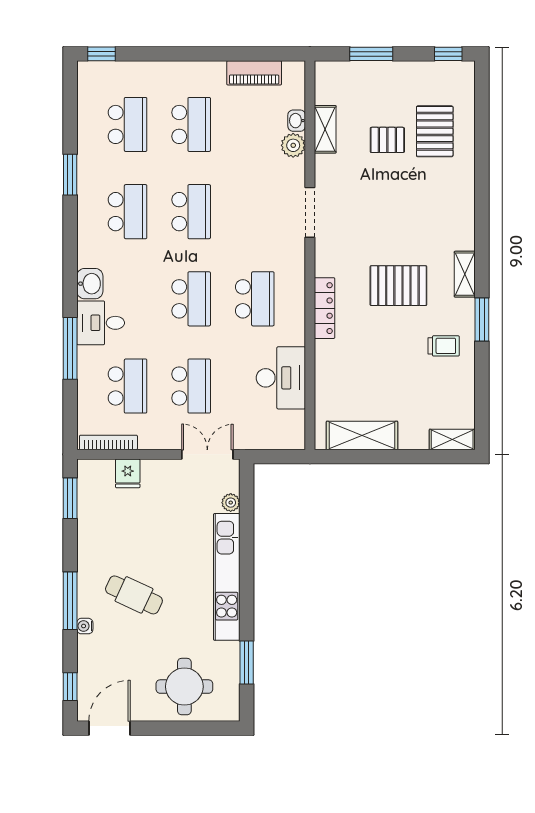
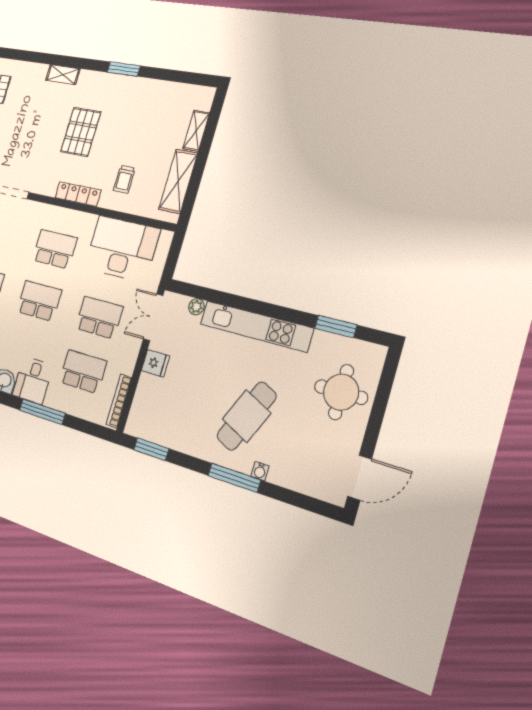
shelving: (465, 274) -> (63, 75), moved
trolley: (444, 346) -> (124, 179), moved, turned 180
desk: (281, 378) -> (122, 249), width x1.36, depth x1.30
shelving: (452, 440) -> (196, 131), moved
fridge: (128, 473) -> (155, 363), moved
cafe table: (134, 595) -> (246, 416), width x1.37, depth x1.35
window: (70, 687) -> (310, 504), removed
door: (109, 728) -> (360, 478), swing flipped

